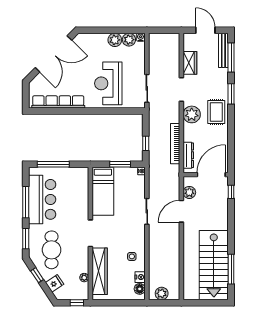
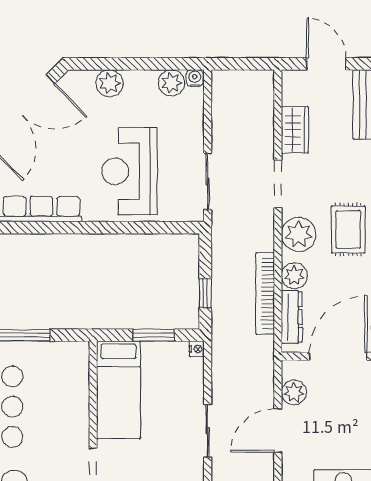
plant: (115, 40) -> (110, 83), moved
plant: (190, 135) -> (294, 276), added

